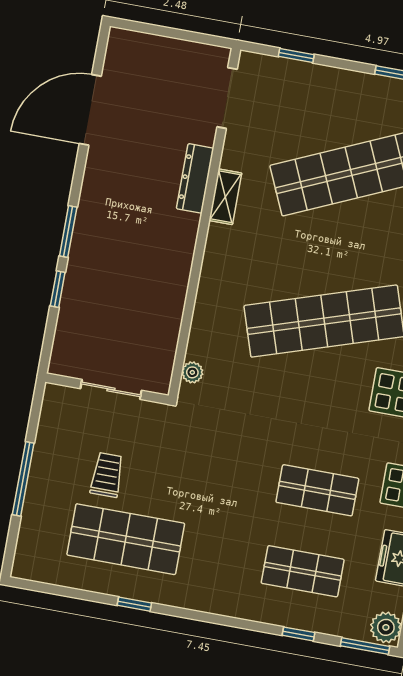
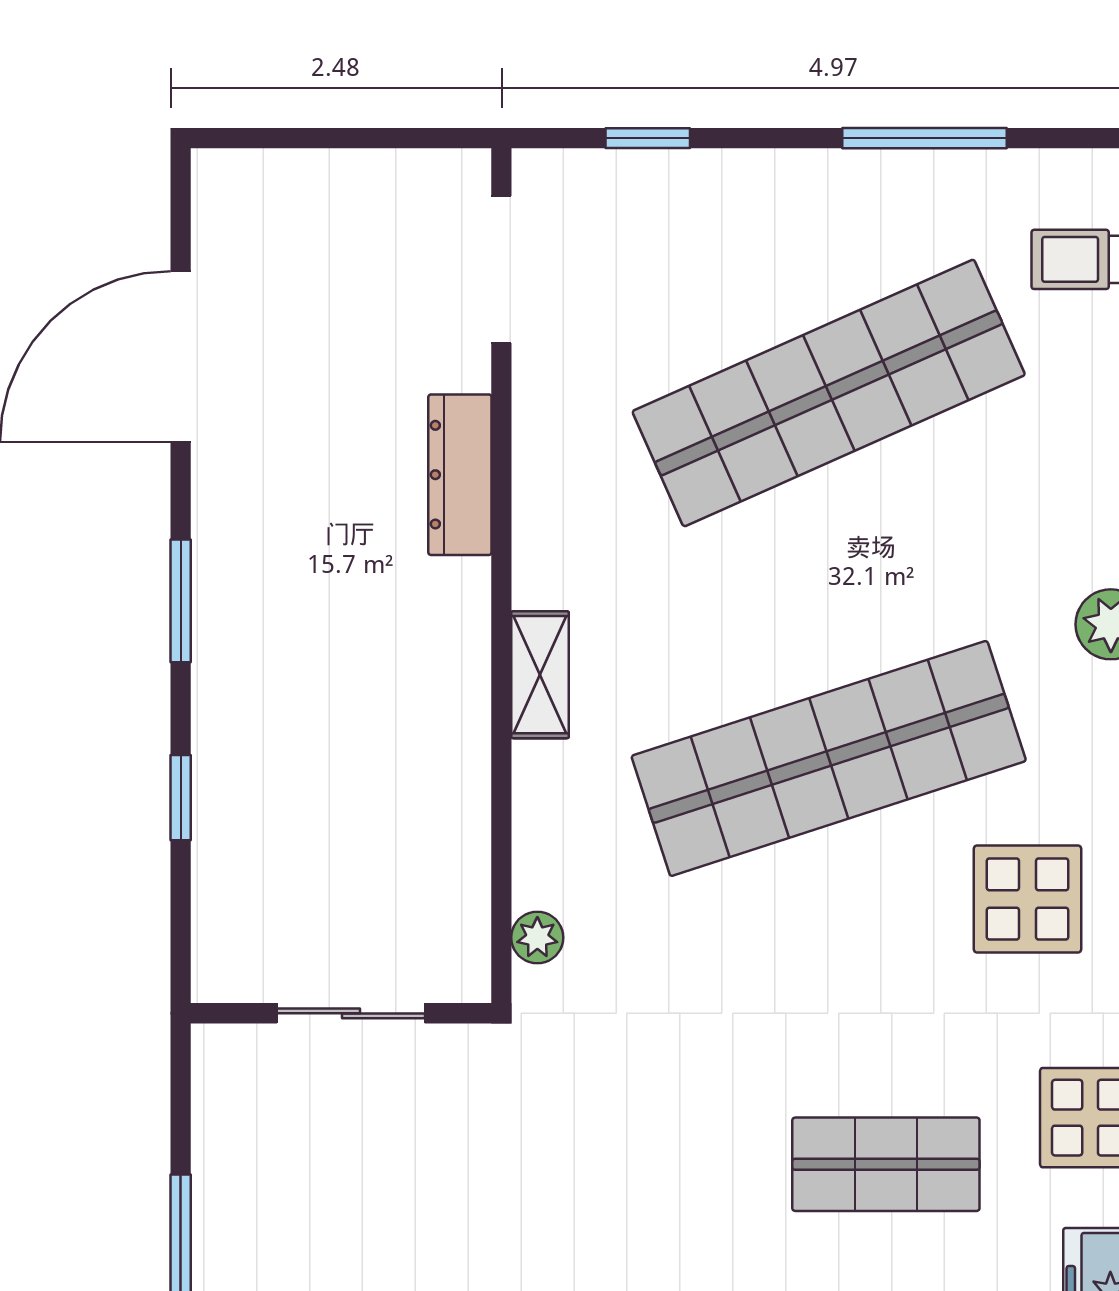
shelving: (225, 197) -> (540, 675), moved
window: (68, 232) -> (181, 601), moved
trolley: (107, 475) -> (378, 1219), removed

